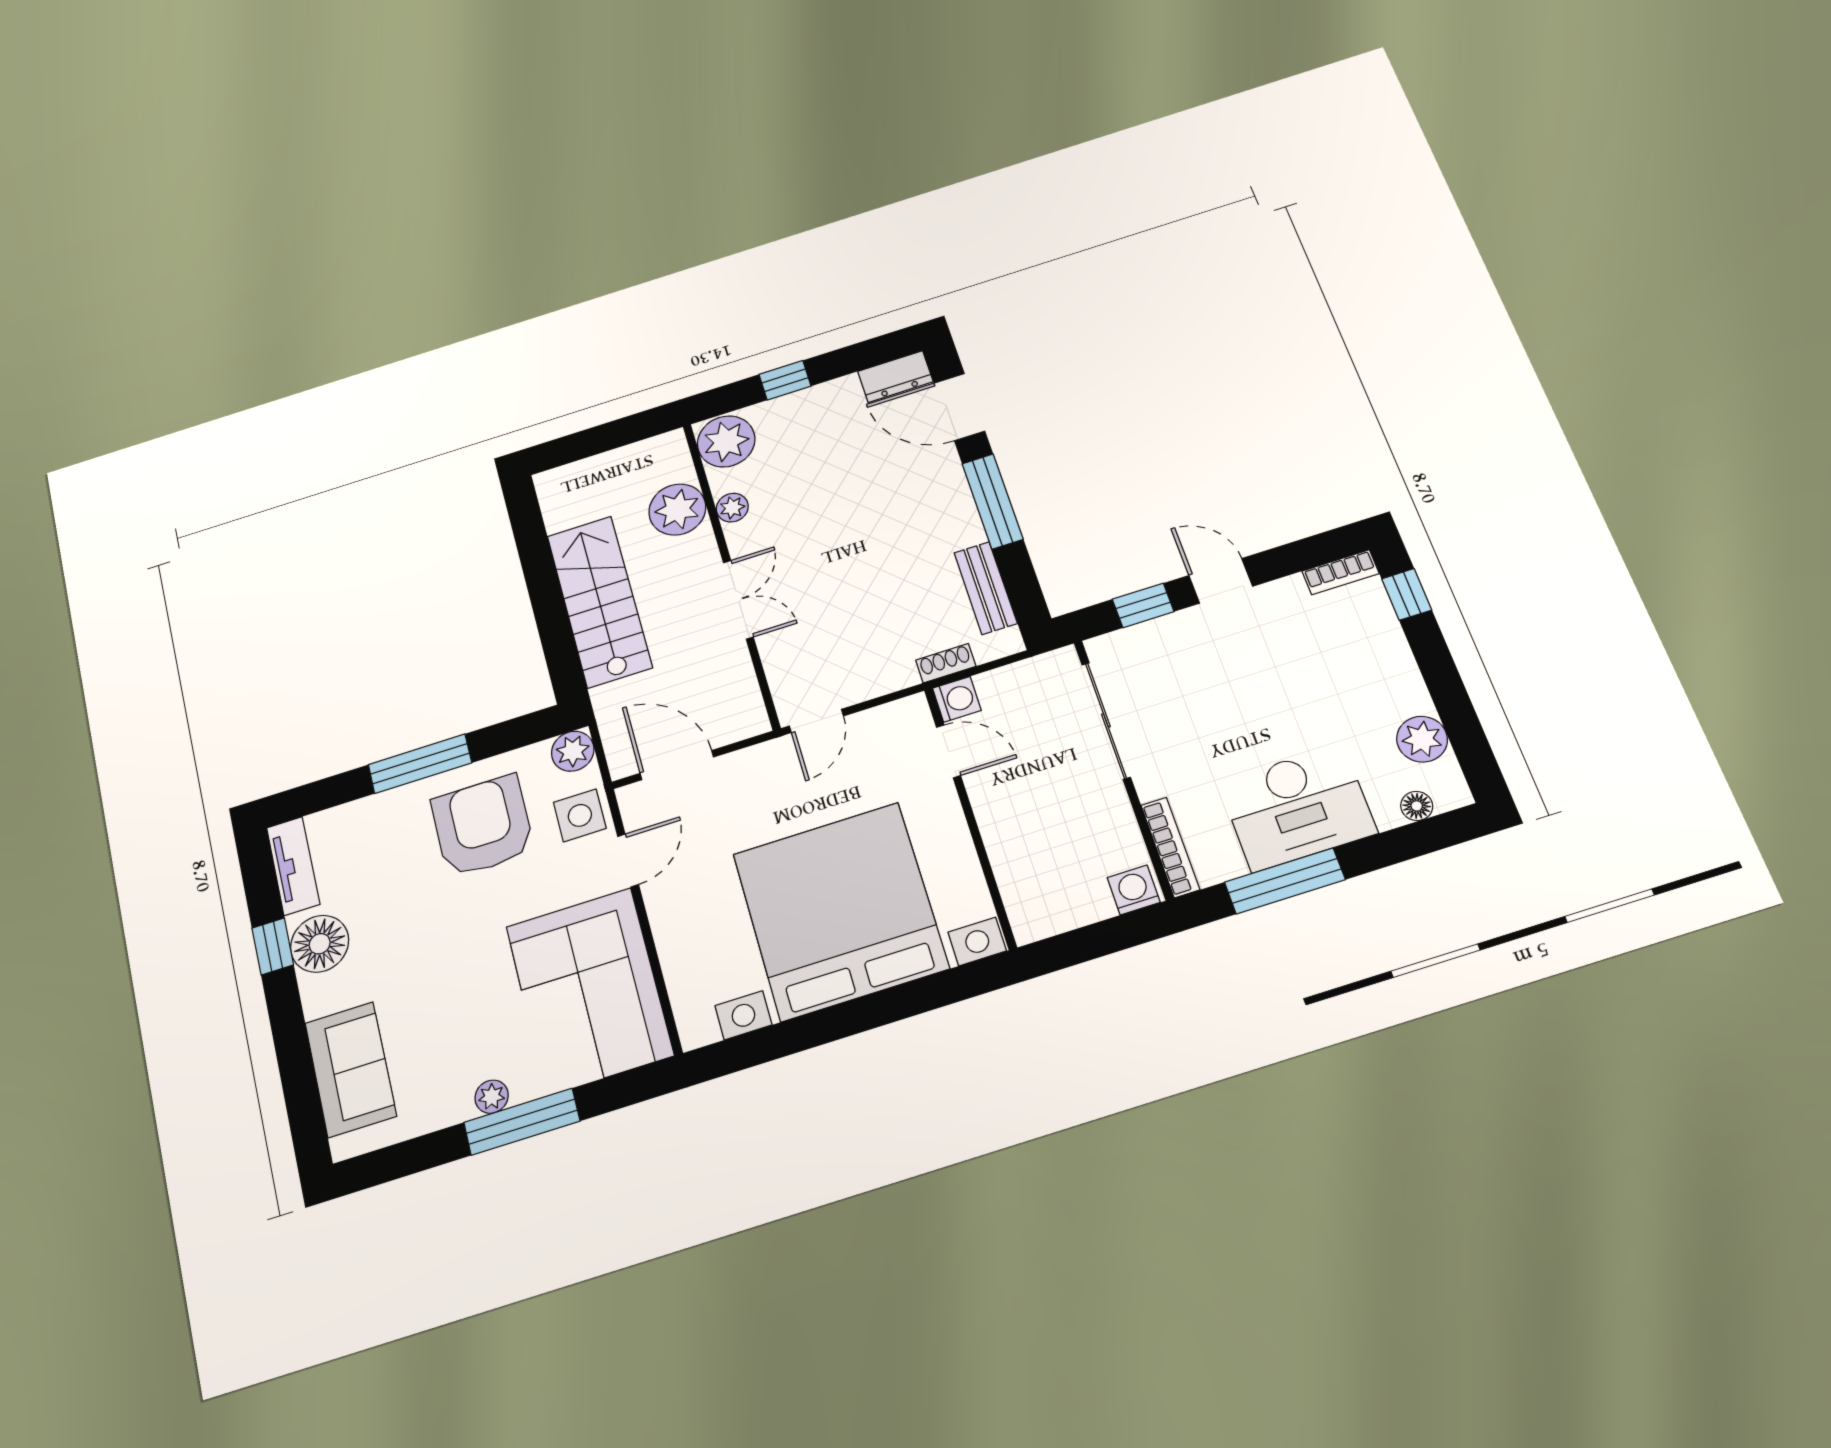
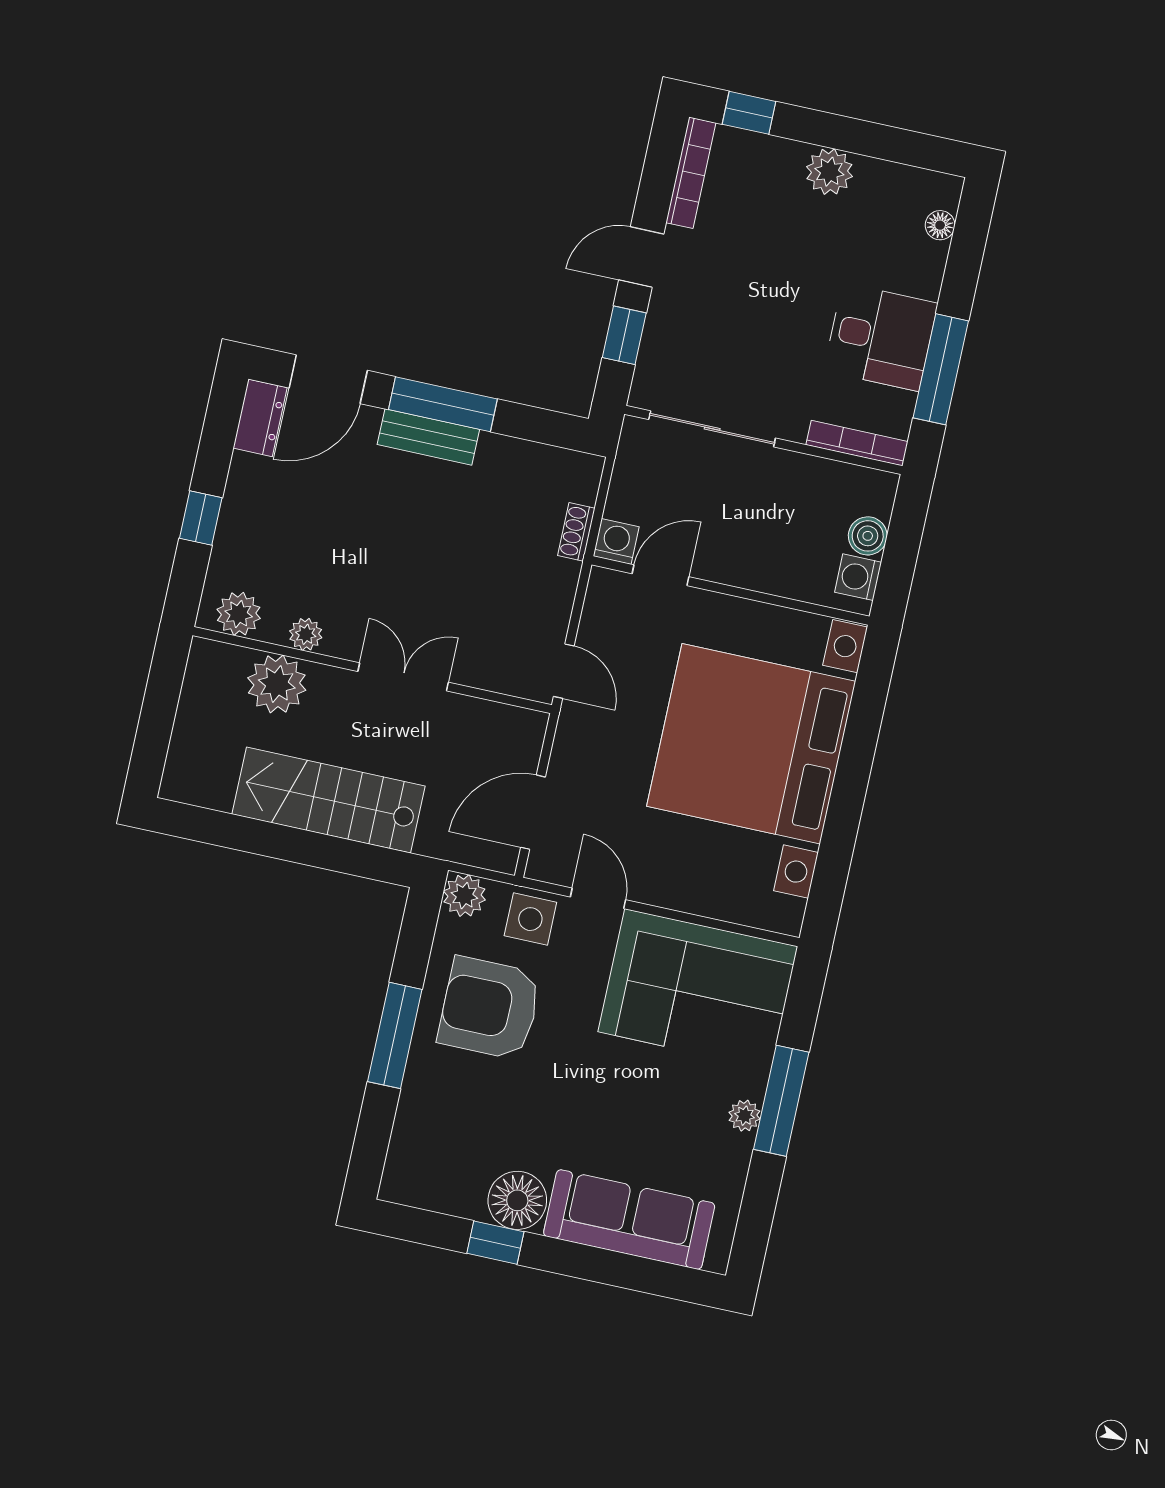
plant: (726, 441) -> (239, 614), width x0.73, depth x0.73
bookcase: (1340, 572) -> (691, 173), width x1.56
bench: (986, 588) -> (428, 437), moved
plant: (1422, 739) -> (829, 172), moved
desk: (1297, 808) -> (881, 337), width x0.73
tv unit: (293, 866) -> (428, 1192), removed
washing machine: (1134, 890) -> (858, 577), moved
boiler: (1091, 904) -> (868, 536), added
sofa: (351, 1069) -> (629, 1220), width x1.36

